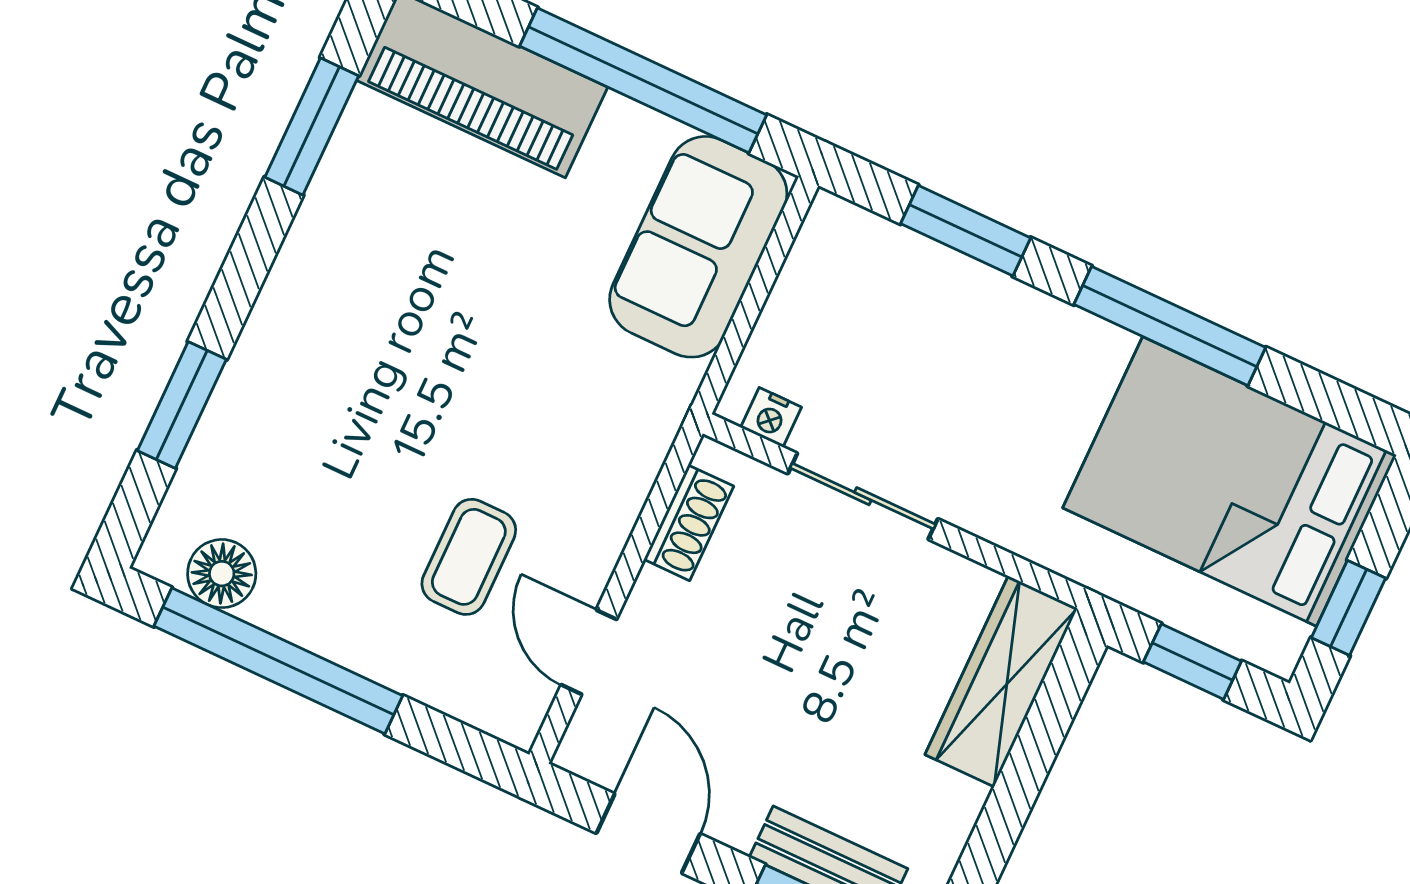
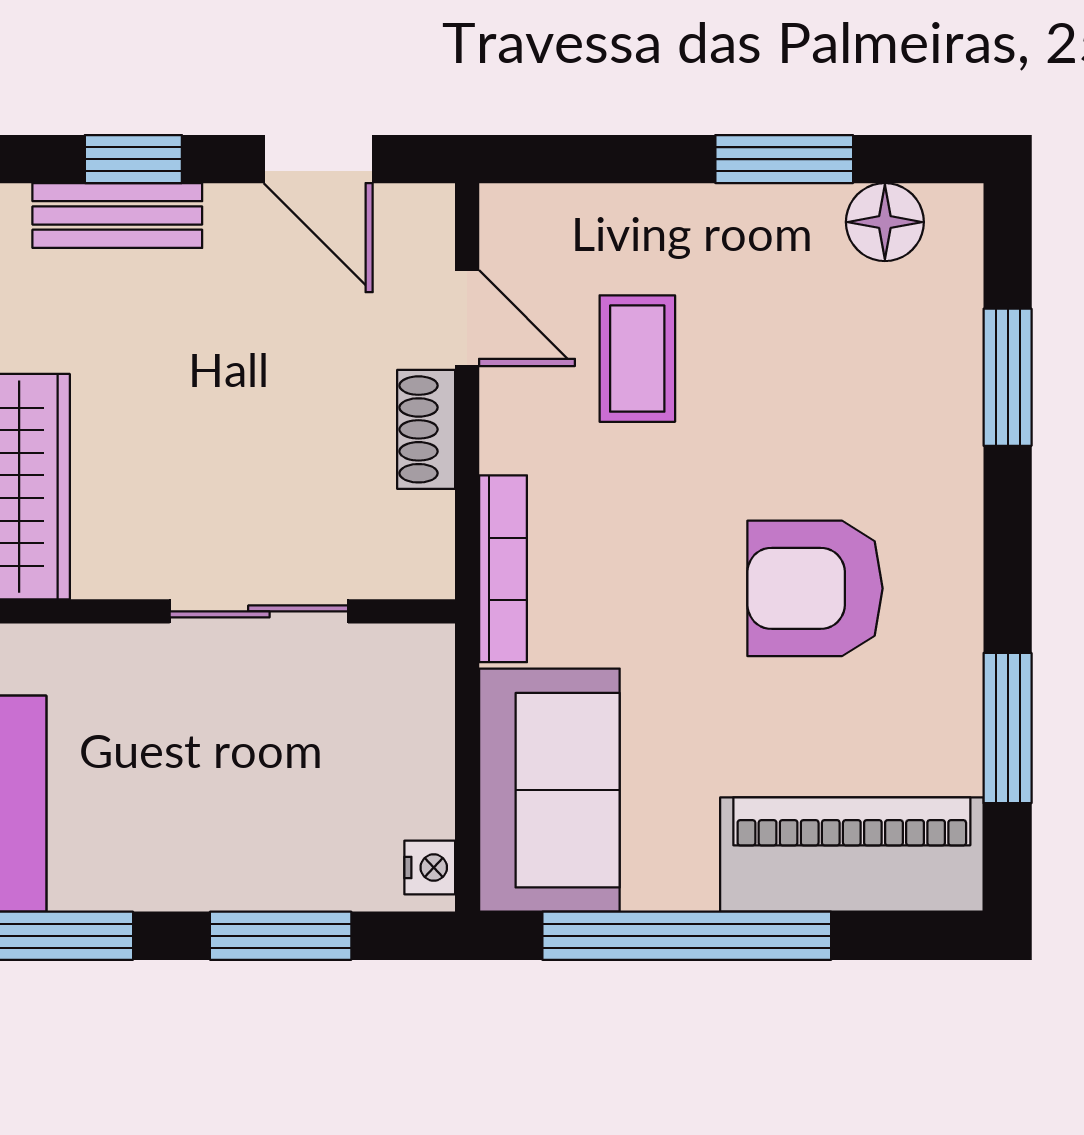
armchair: (413, 309) -> (815, 588), added
nightstand: (771, 417) -> (430, 867), moved, turned 90
bookcase: (653, 440) -> (503, 569), added
shoe rack: (689, 523) -> (426, 429), moved
window: (278, 661) -> (784, 159), width x0.47

